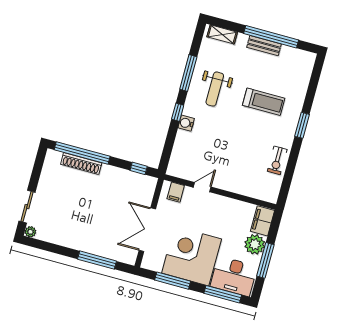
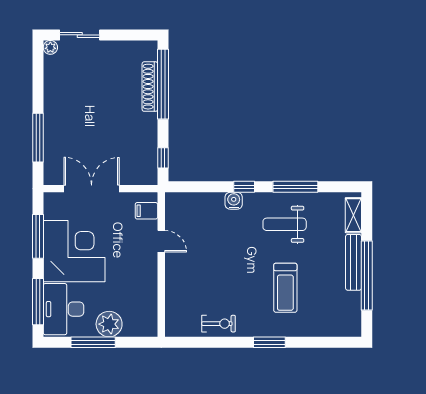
bench: (264, 46) -> (353, 262), width x1.36
exercise bike: (277, 160) -> (219, 324), turned 180
filing cabinet: (262, 221) -> (140, 326), removed

